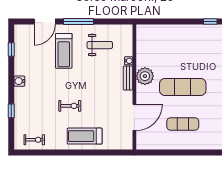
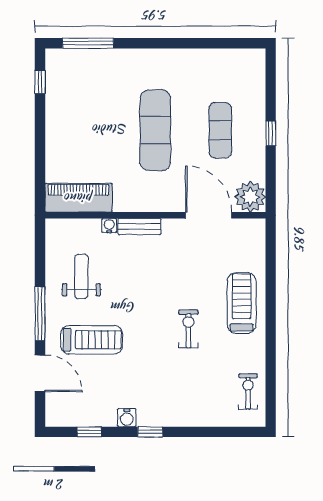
piano: (144, 43) -> (79, 198), added
plant: (145, 76) -> (250, 197), moved
water cooler: (19, 81) -> (127, 418), moved
window: (11, 111) -> (150, 432), moved
treadmill: (85, 136) -> (242, 303), turned 180
window: (181, 153) -> (271, 133), added

